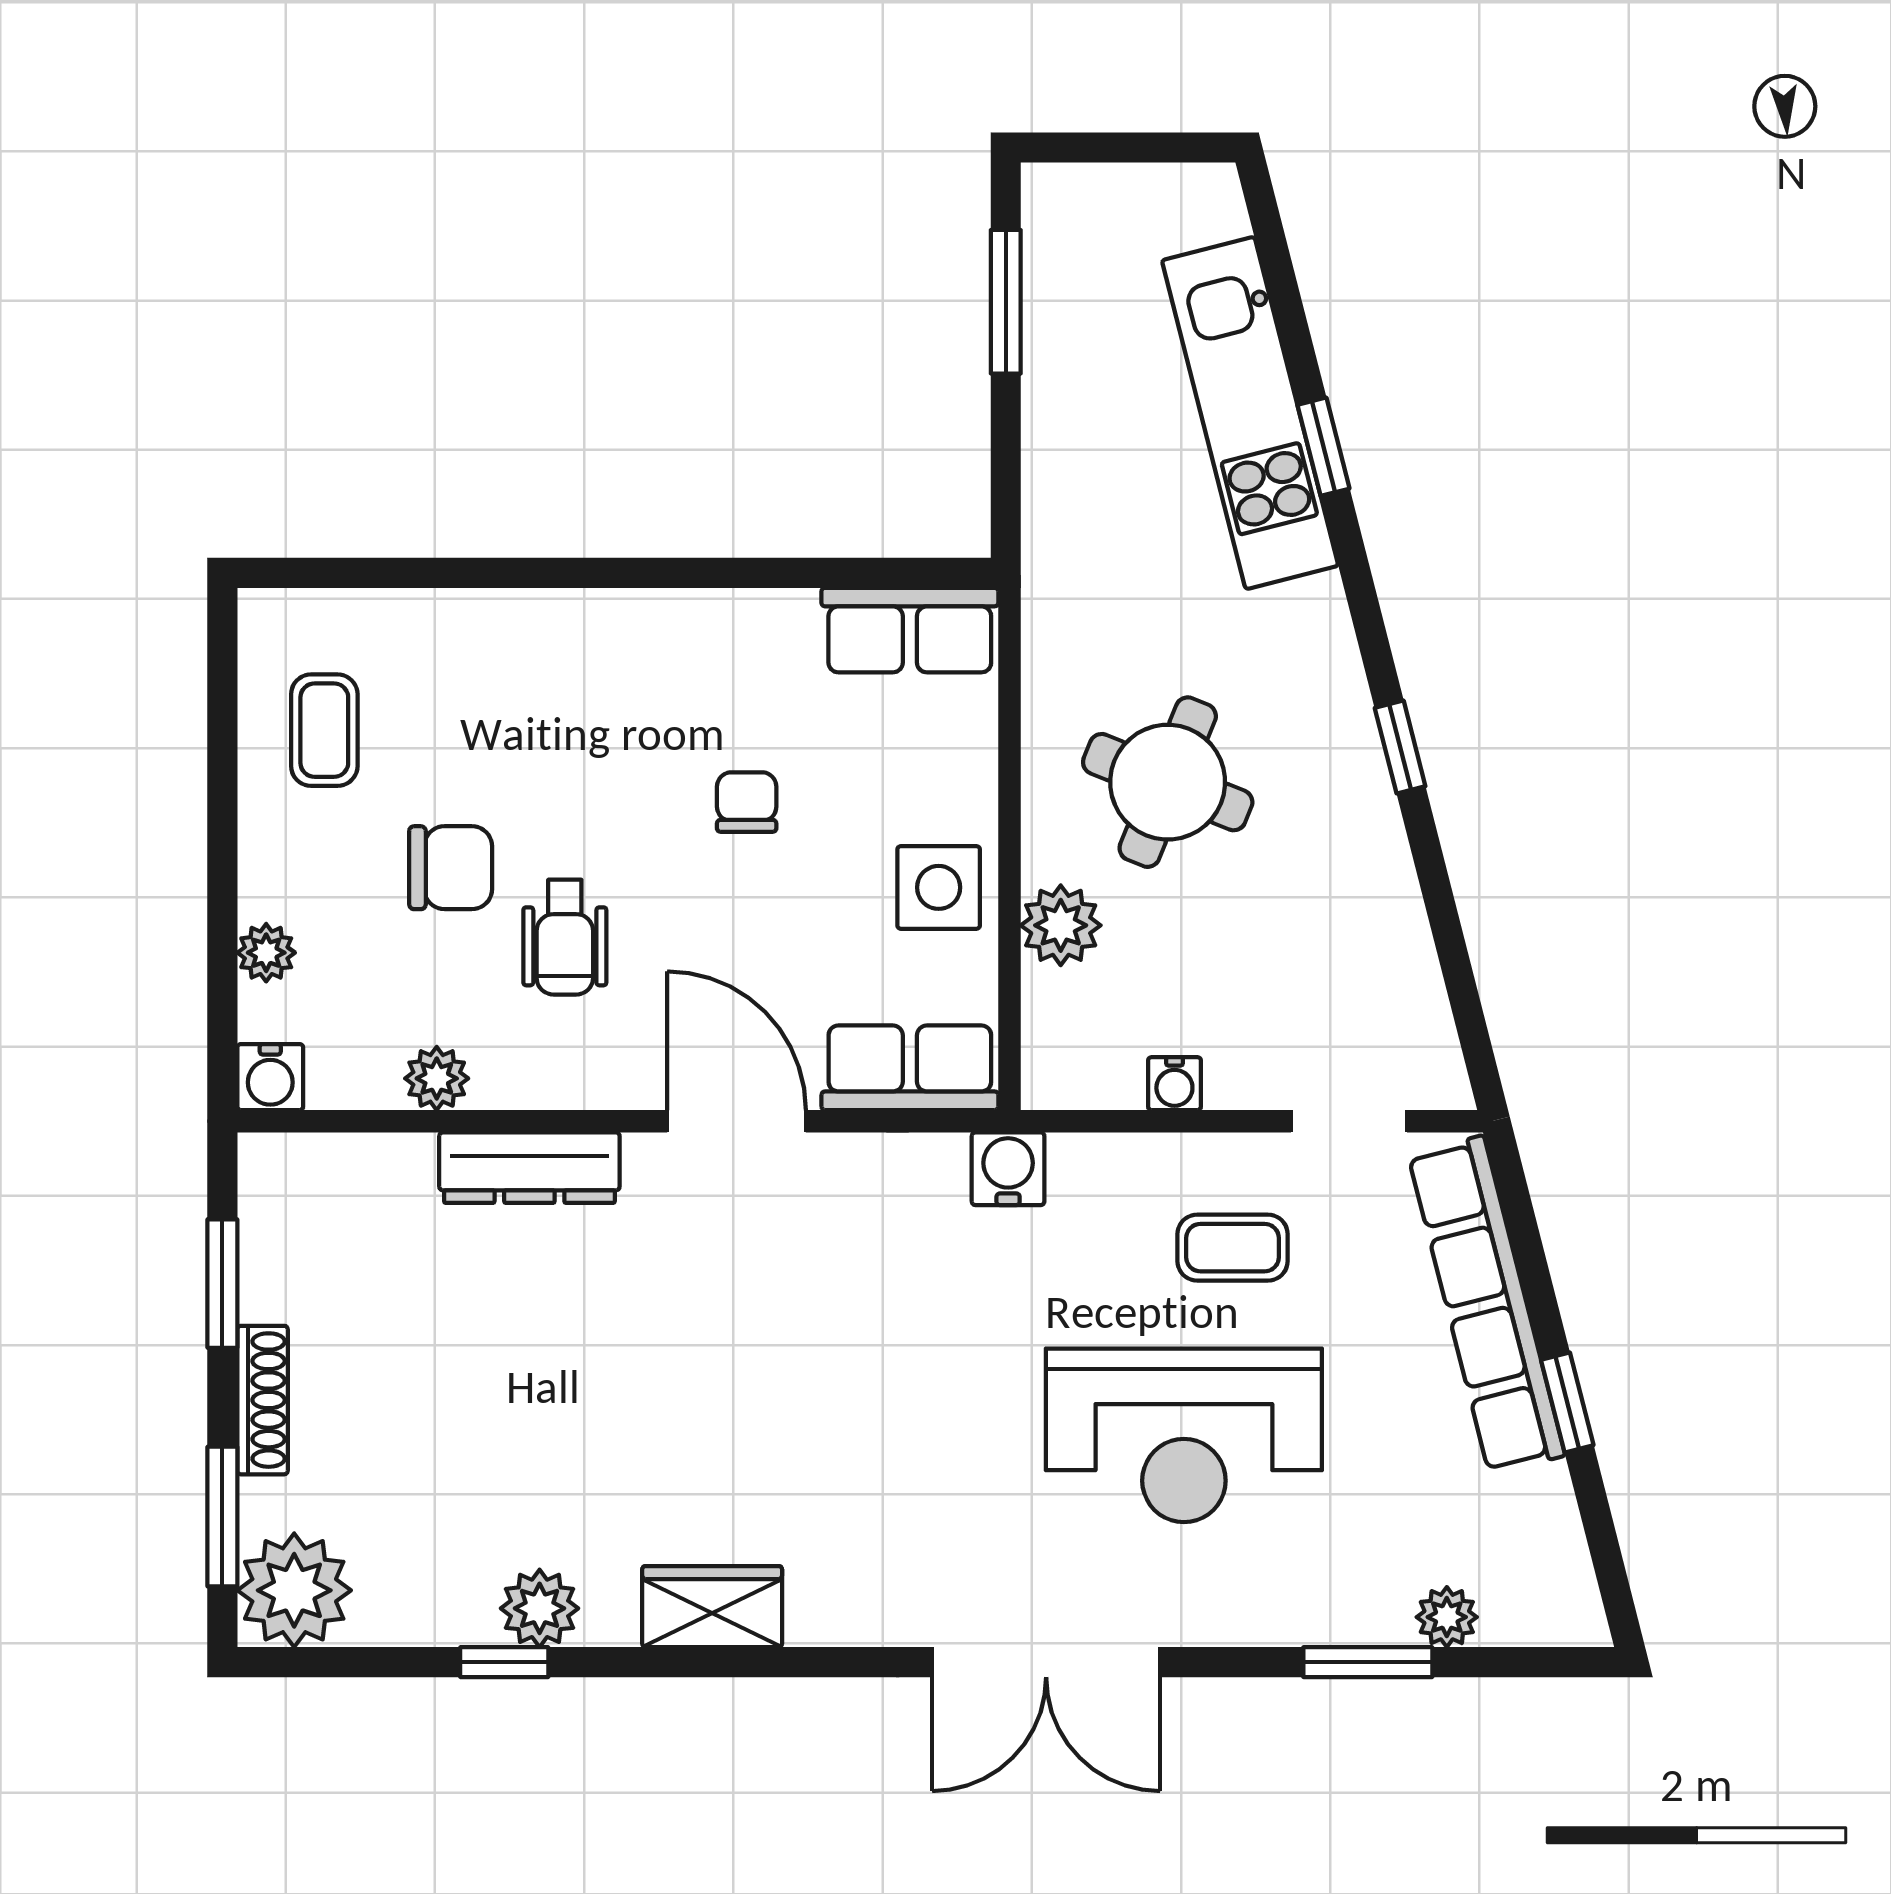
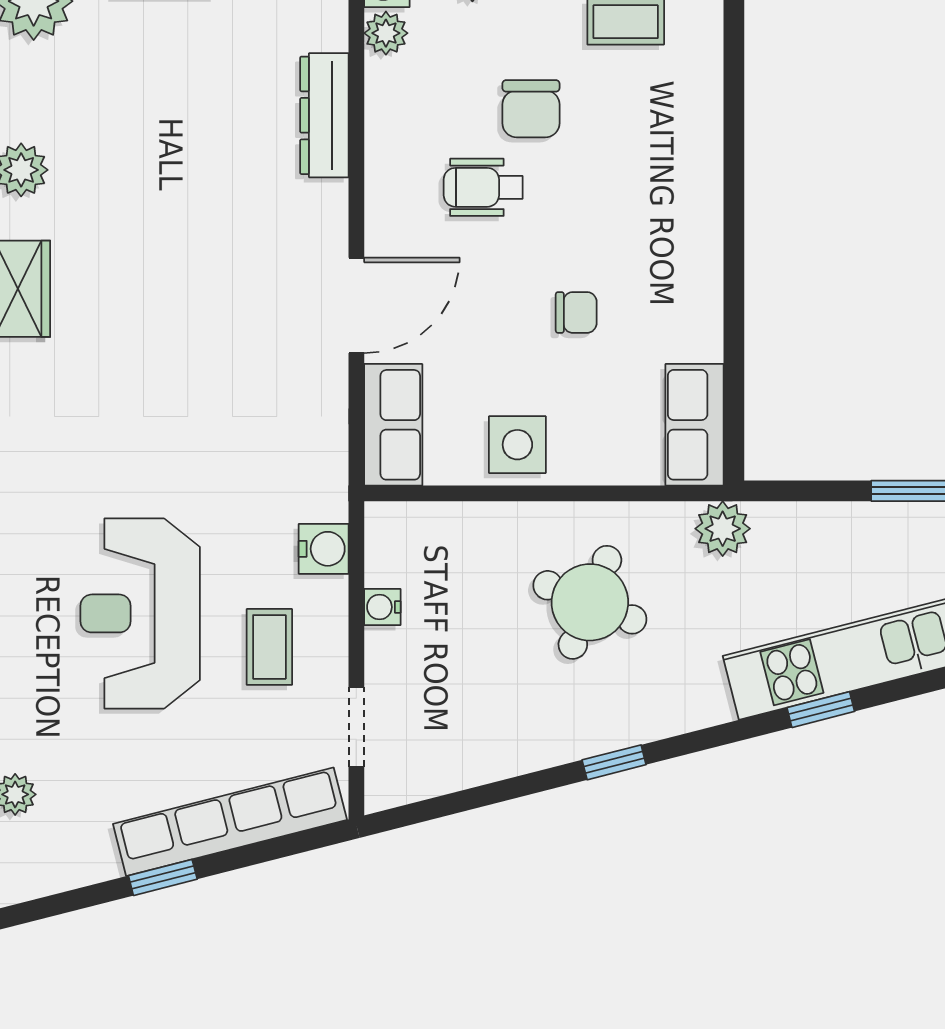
plant: (1061, 925) -> (723, 529), moved
plant: (437, 1078) -> (386, 33), moved
dresser: (529, 1168) -> (324, 115), moved
water cooler: (1008, 1169) -> (324, 549), moved

